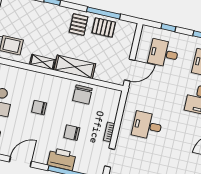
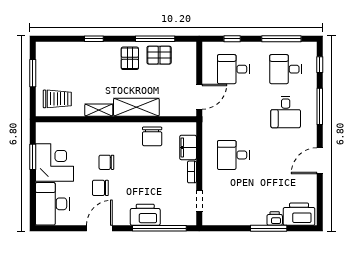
filing cabinet: (111, 111) -> (188, 147), added
chair: (72, 133) -> (100, 188), moved

